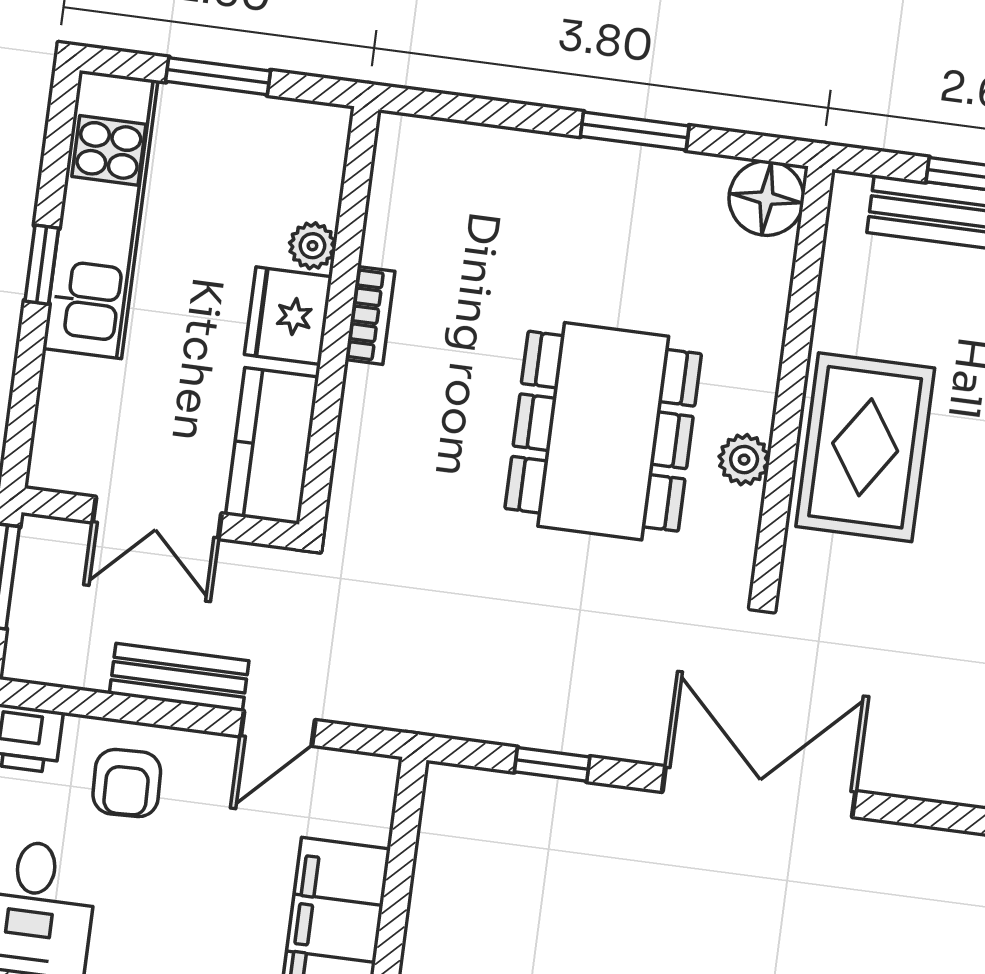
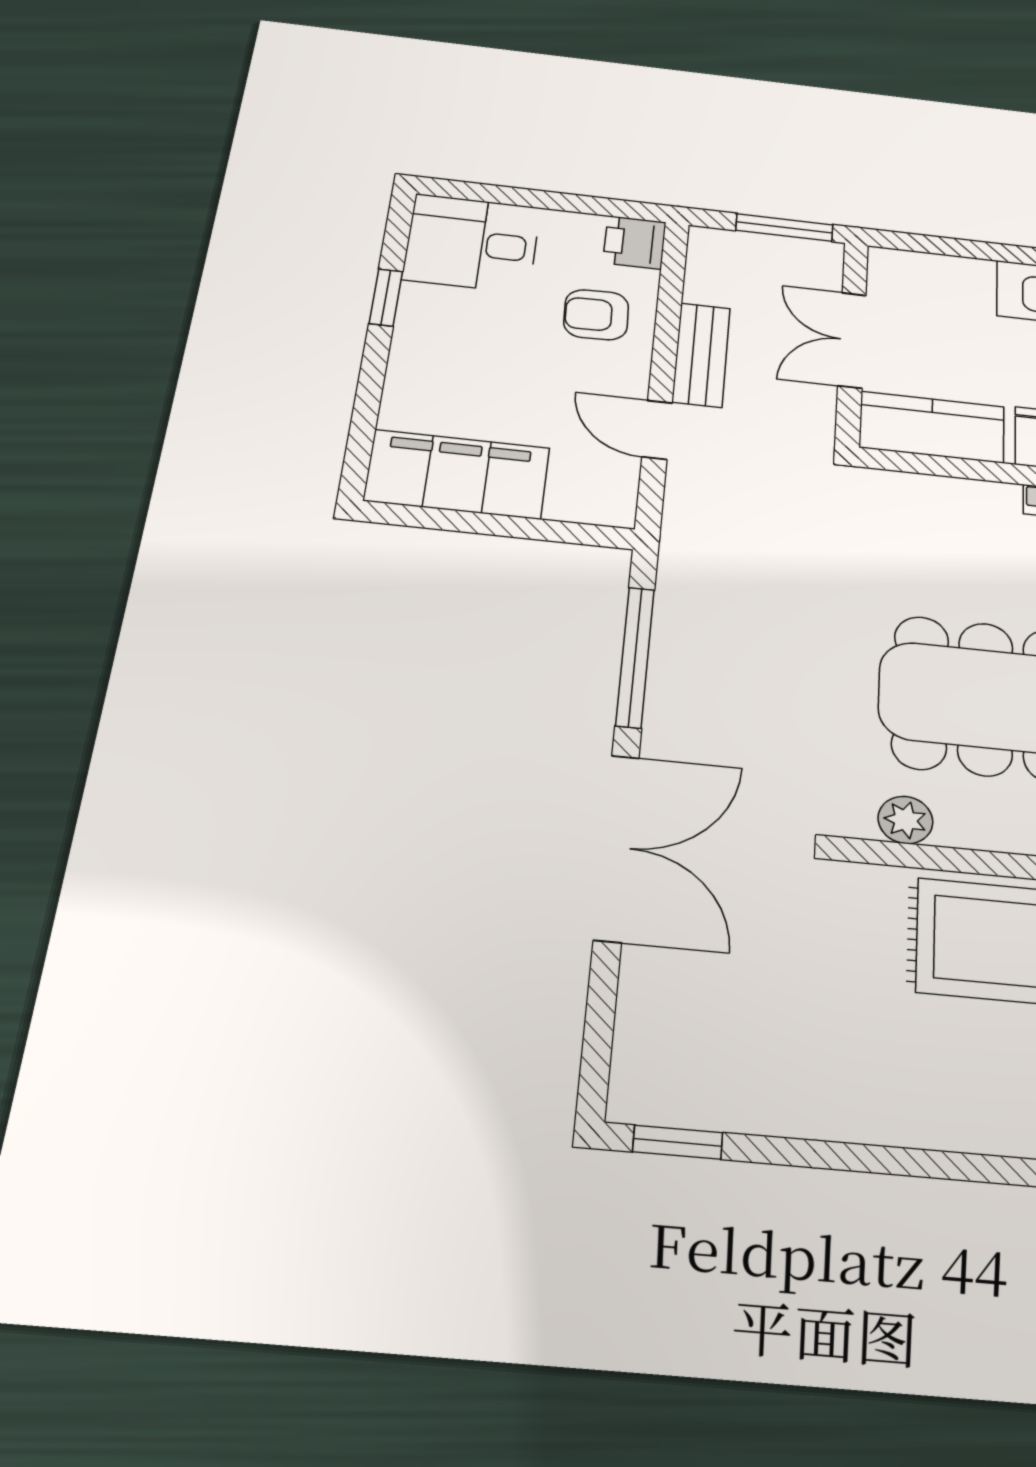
plant: (744, 460) -> (905, 820), moved
window: (552, 764) -> (635, 657), width x2.17

